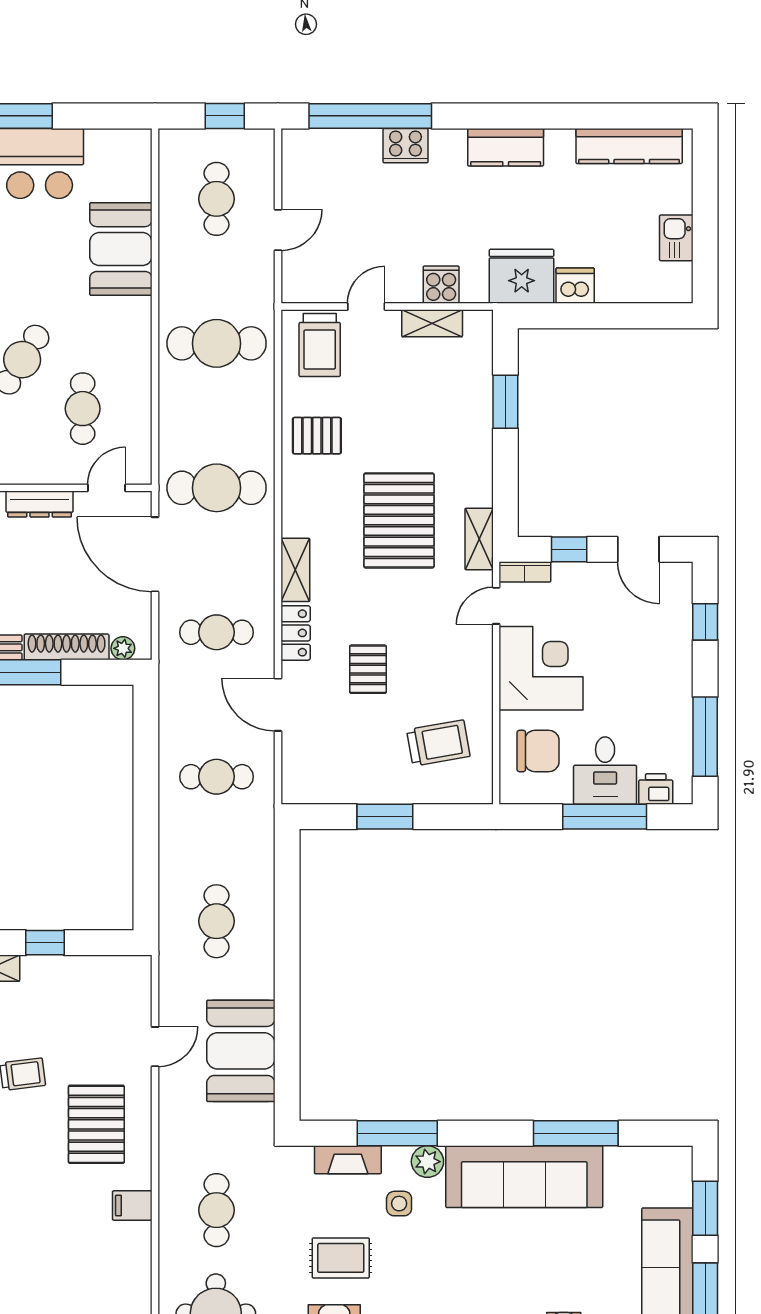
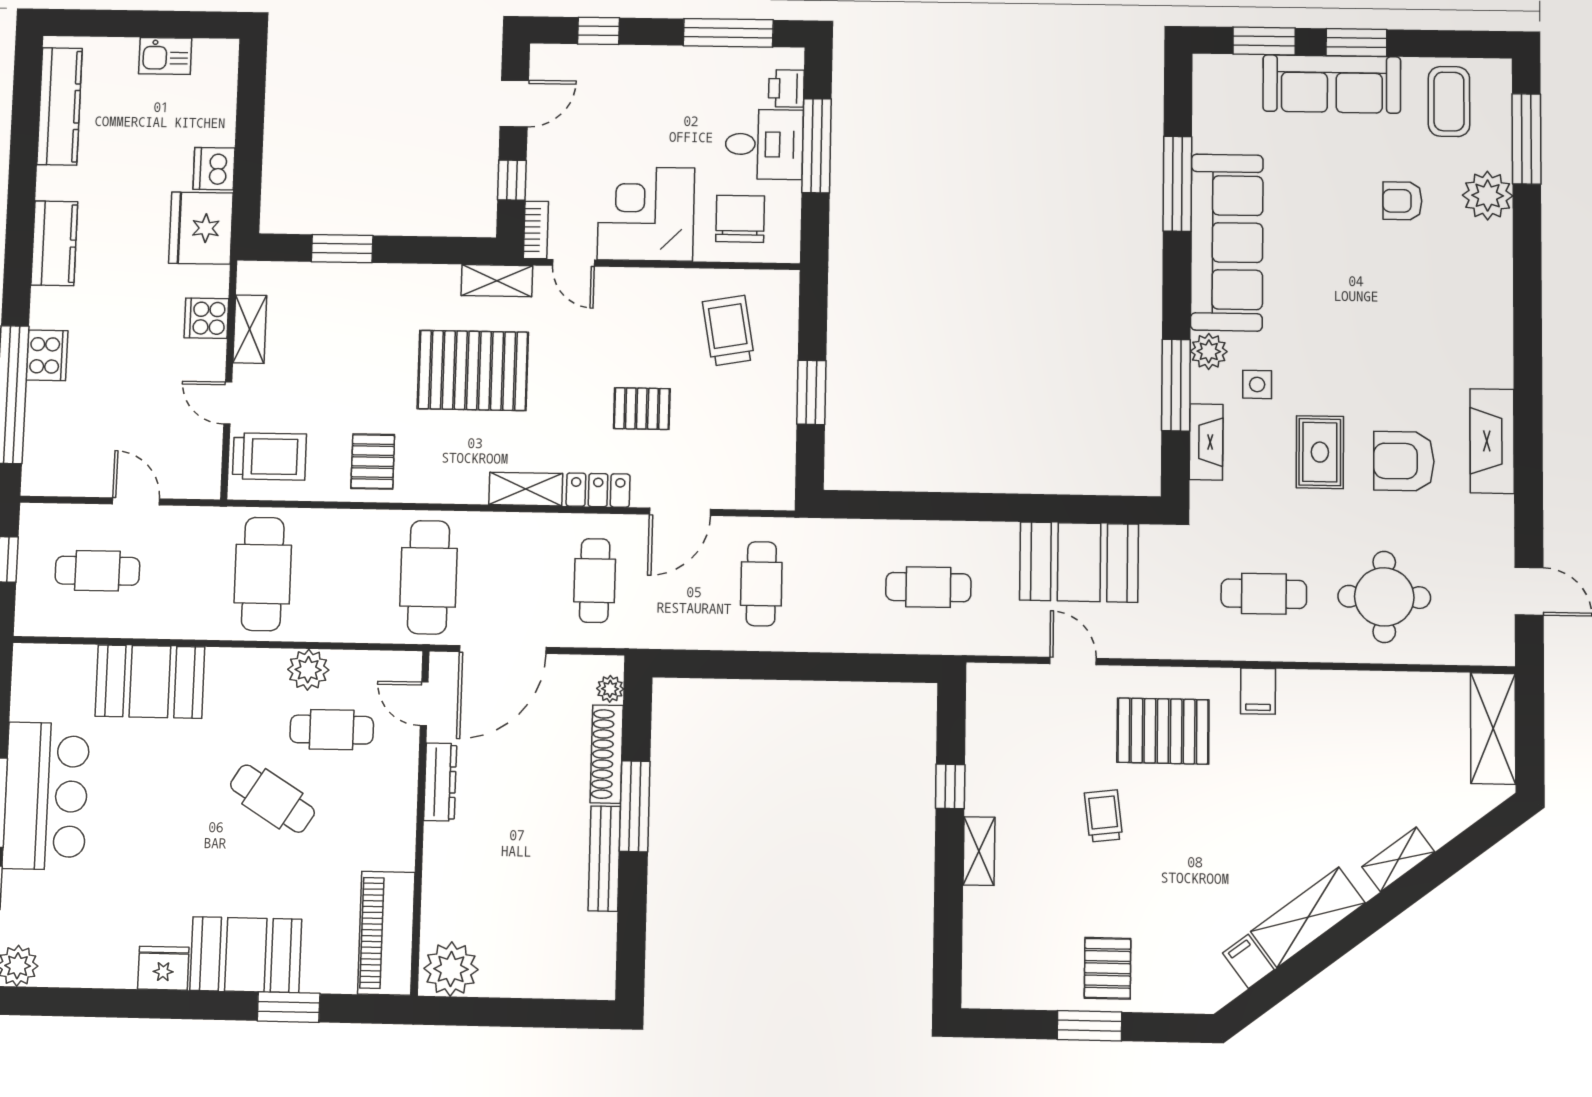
plant: (134, 386) -> (308, 670), added

